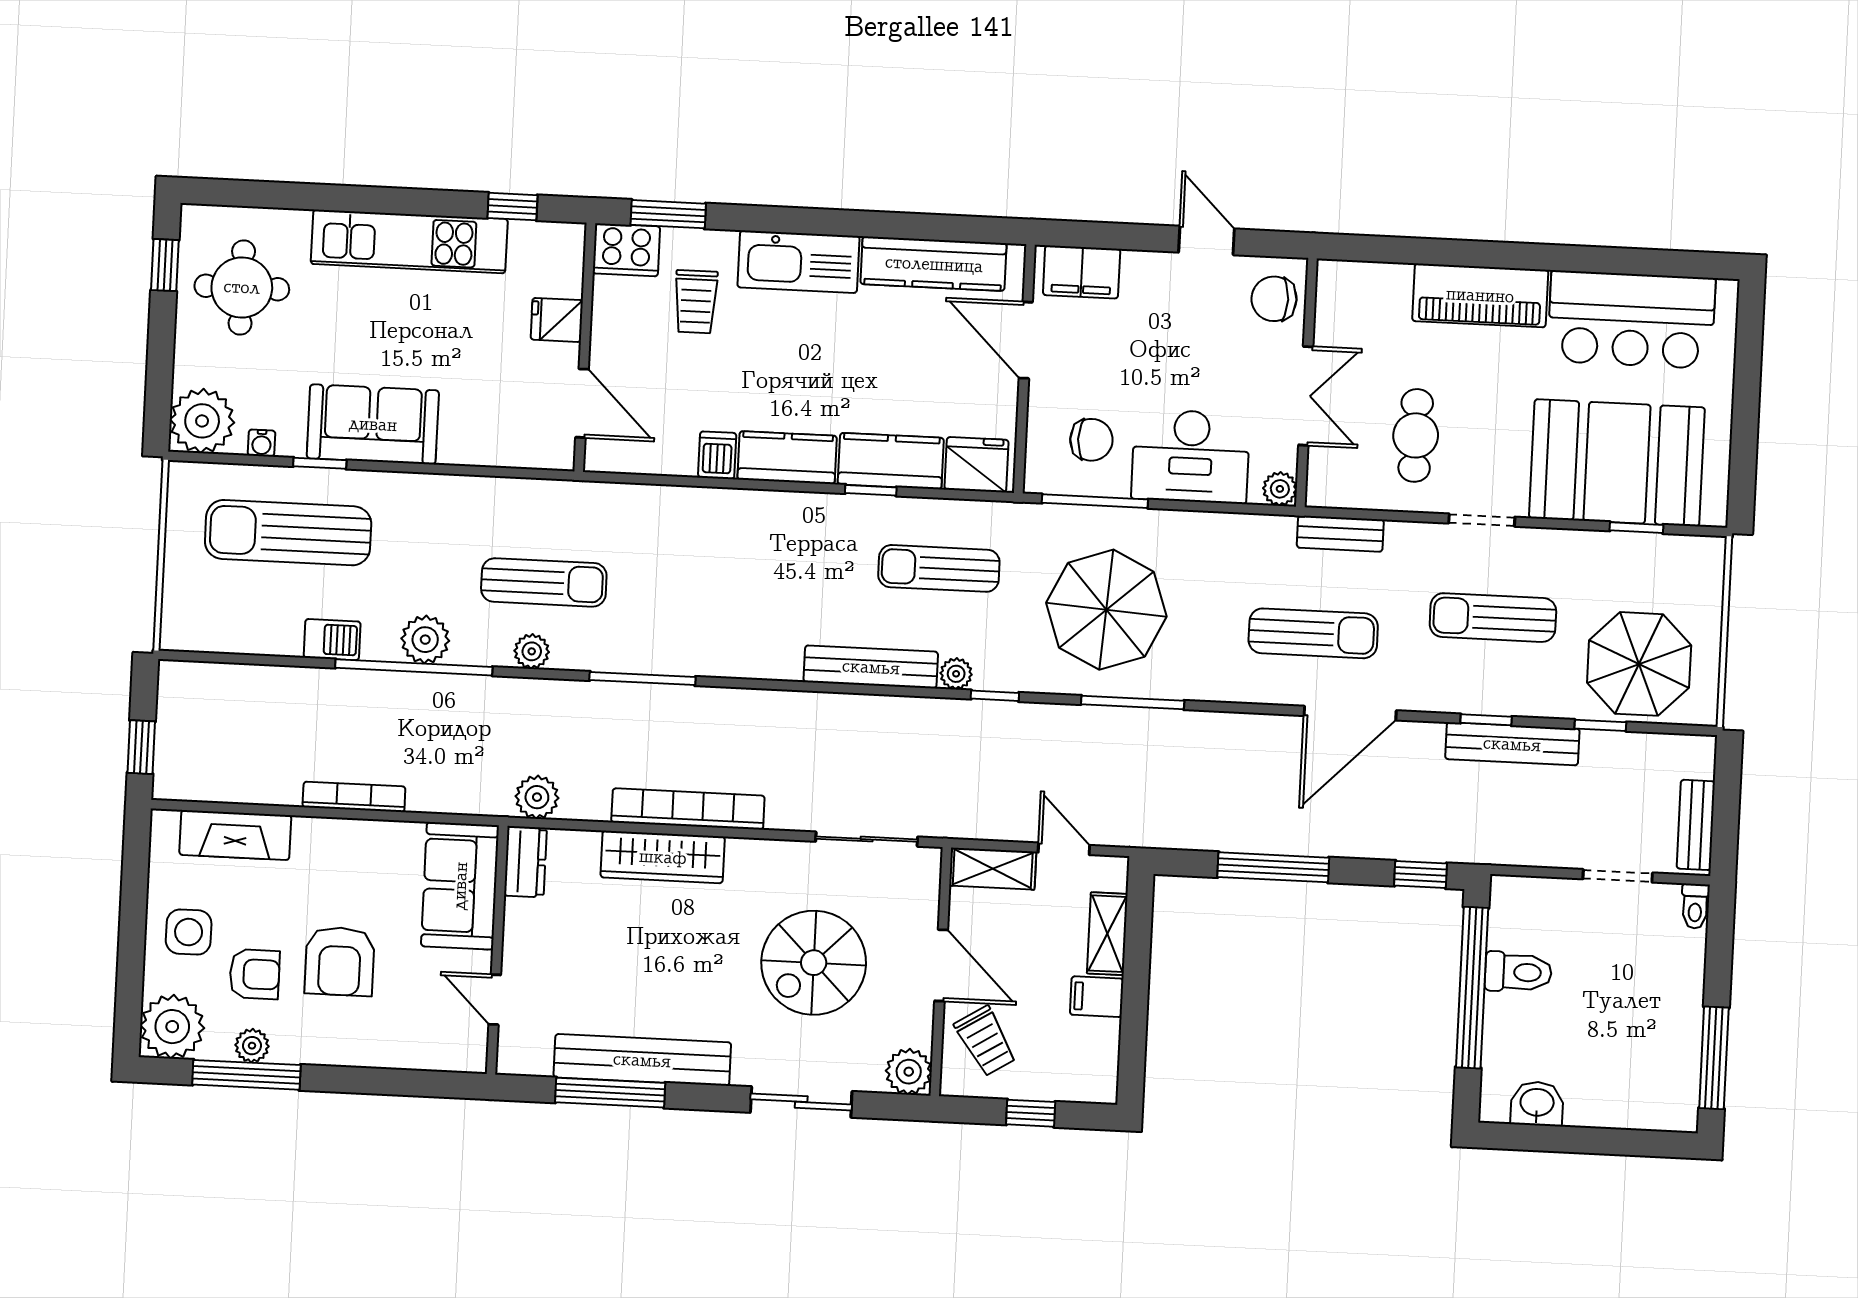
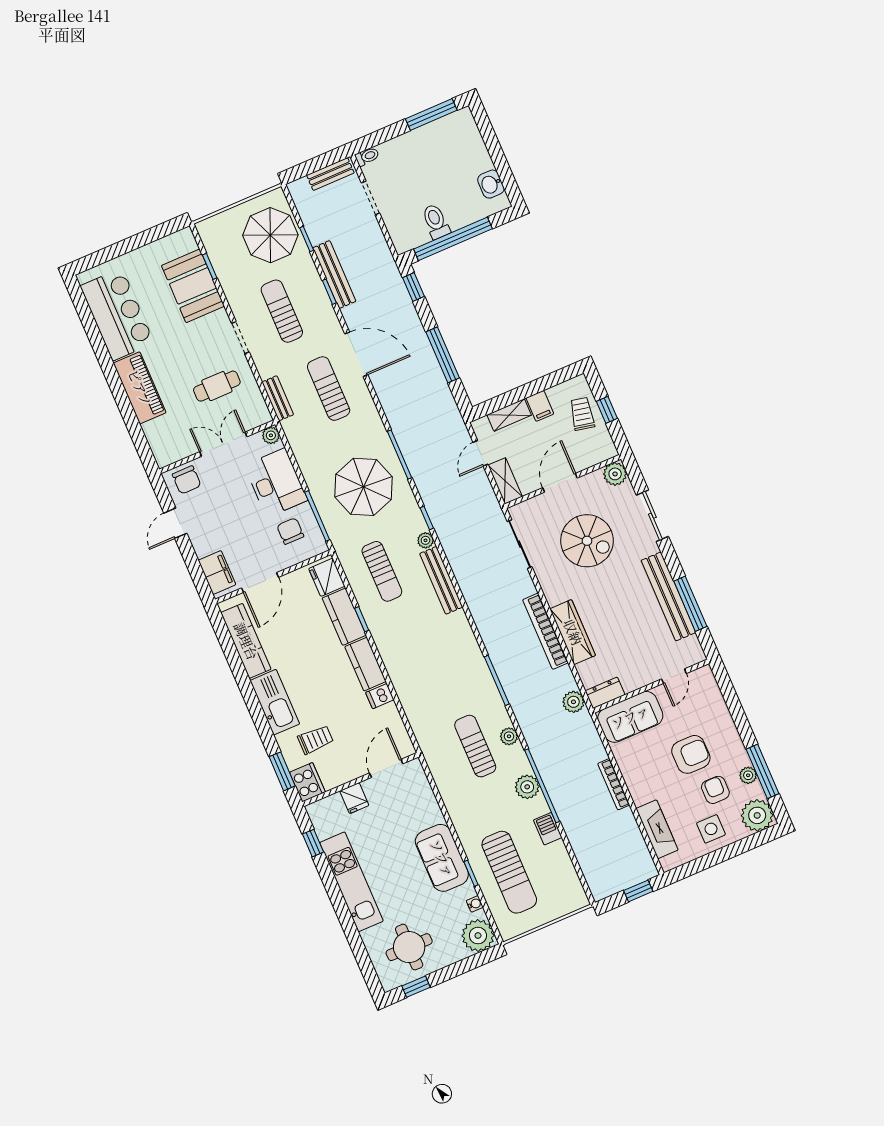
booth: (1617, 463) -> (193, 286), width x0.73, depth x0.70
sun lounger: (1493, 618) -> (282, 311), turned 180
trolley: (985, 1041) -> (582, 414), moved, turned -46

